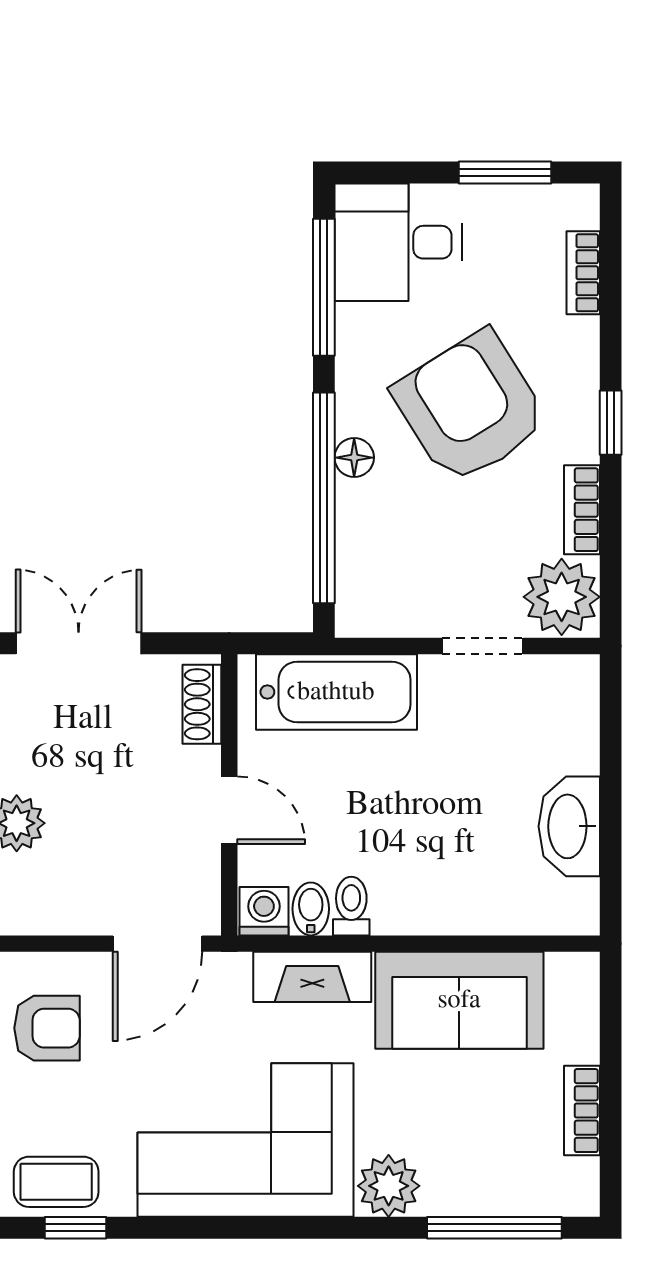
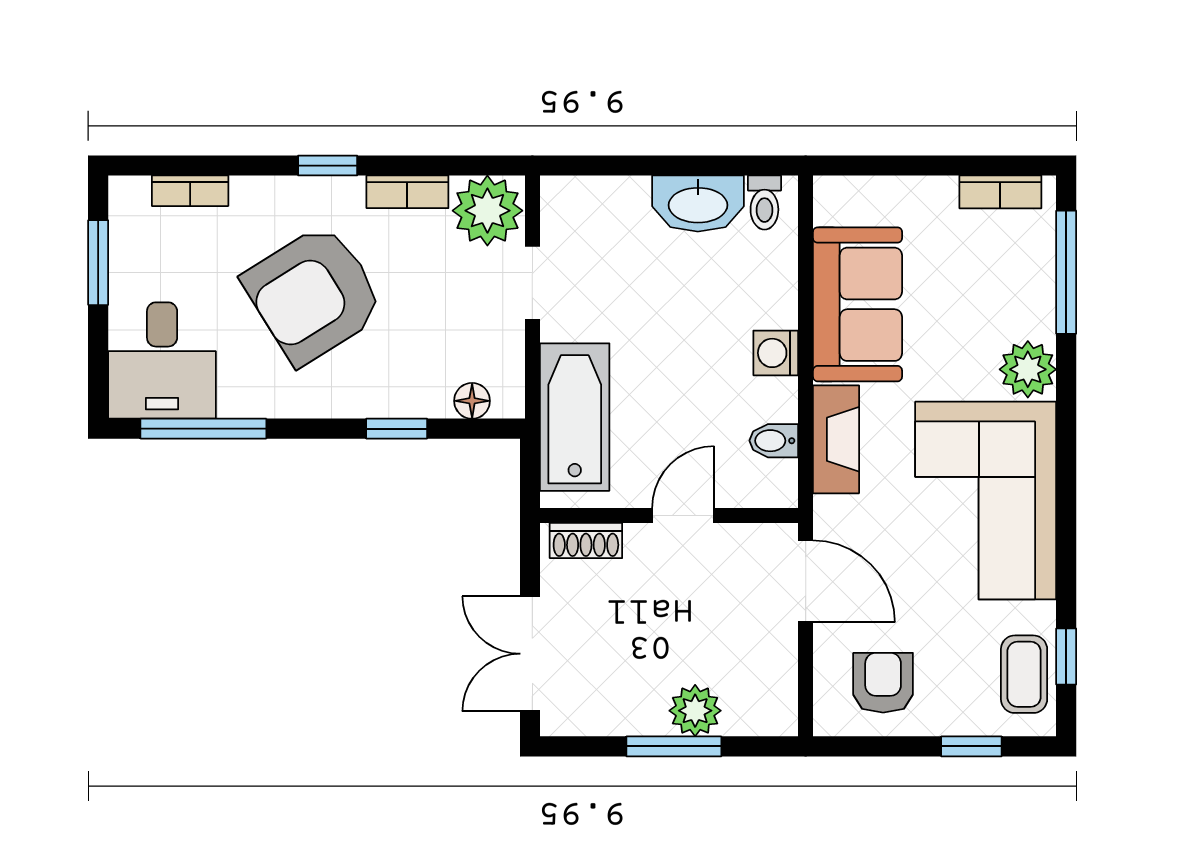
floor lamp: (354, 458) -> (472, 401), moved
window: (324, 498) -> (397, 429), width x0.32
toilet: (351, 906) -> (764, 202), moved, turned -90
washing machine: (264, 911) -> (776, 353), moved
bookcase: (582, 1111) -> (1000, 192), moved

